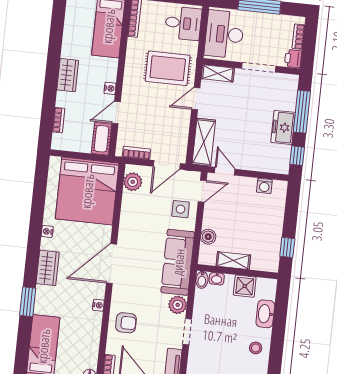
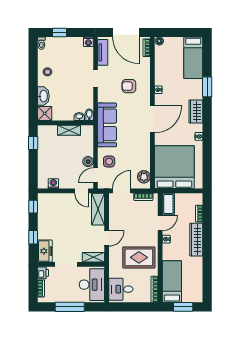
rug: (168, 68) -> (139, 257), moved
wardrobe: (68, 75) -> (196, 240), width x1.50
window: (302, 112) -> (33, 237), width x0.46
freezer: (283, 127) -> (45, 251), moved
boiler: (208, 237) -> (88, 162), moved
shower: (245, 286) -> (45, 113), moved
plant: (178, 305) -> (104, 96), removed
armchair: (126, 323) -> (129, 86), moved

